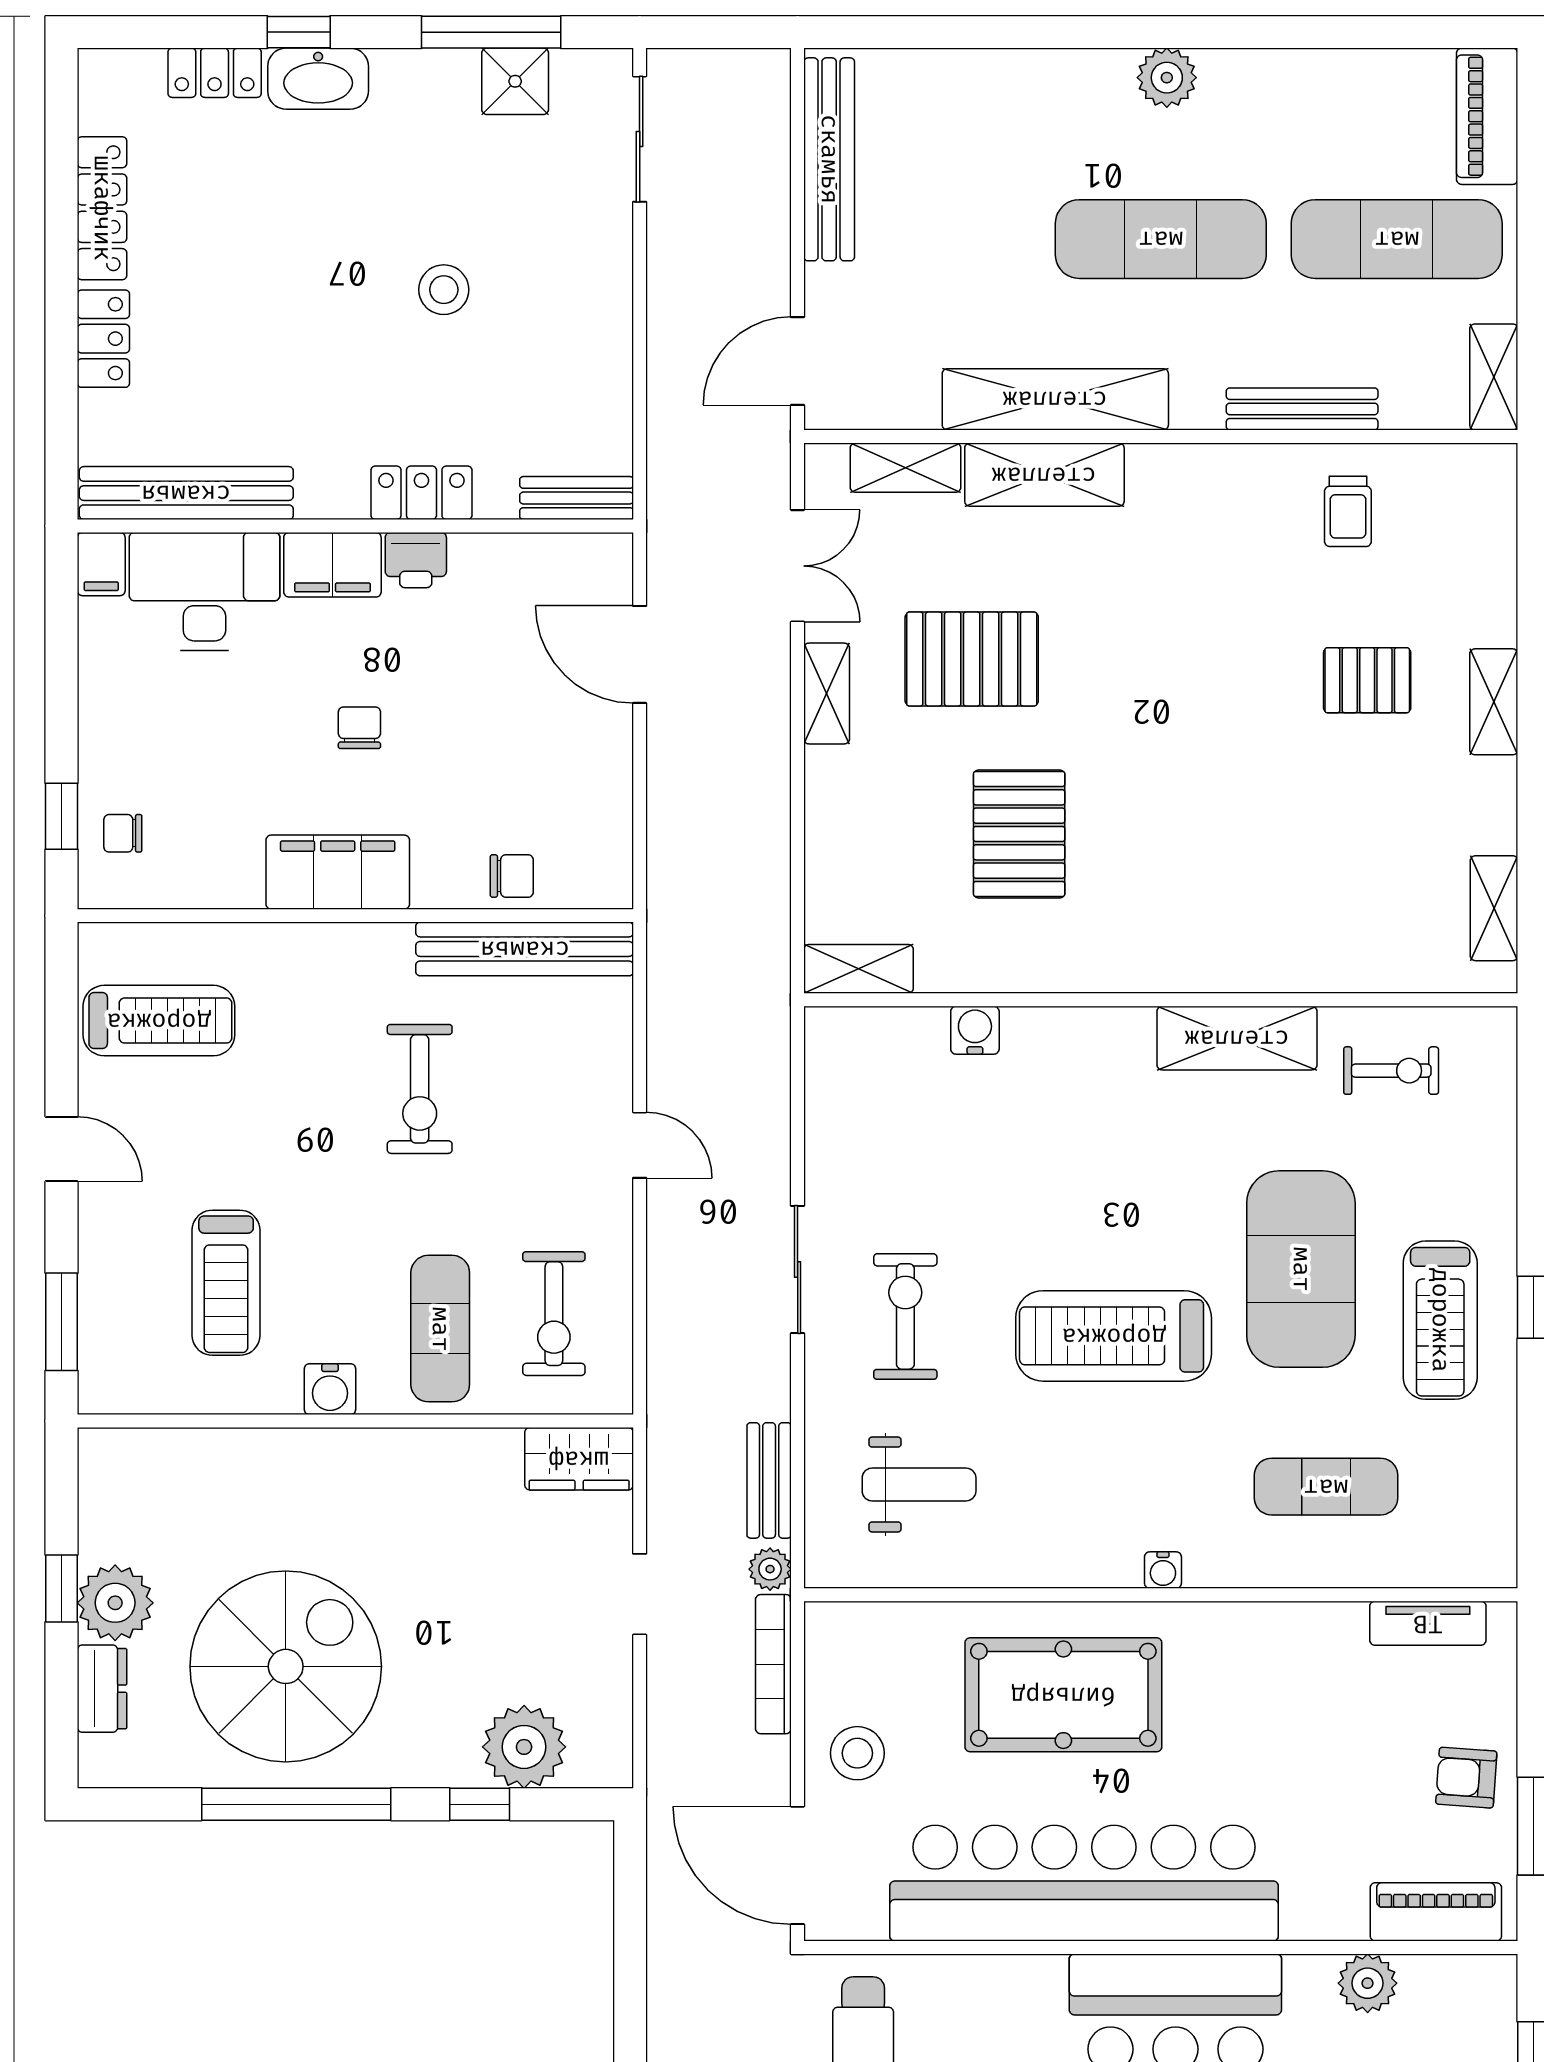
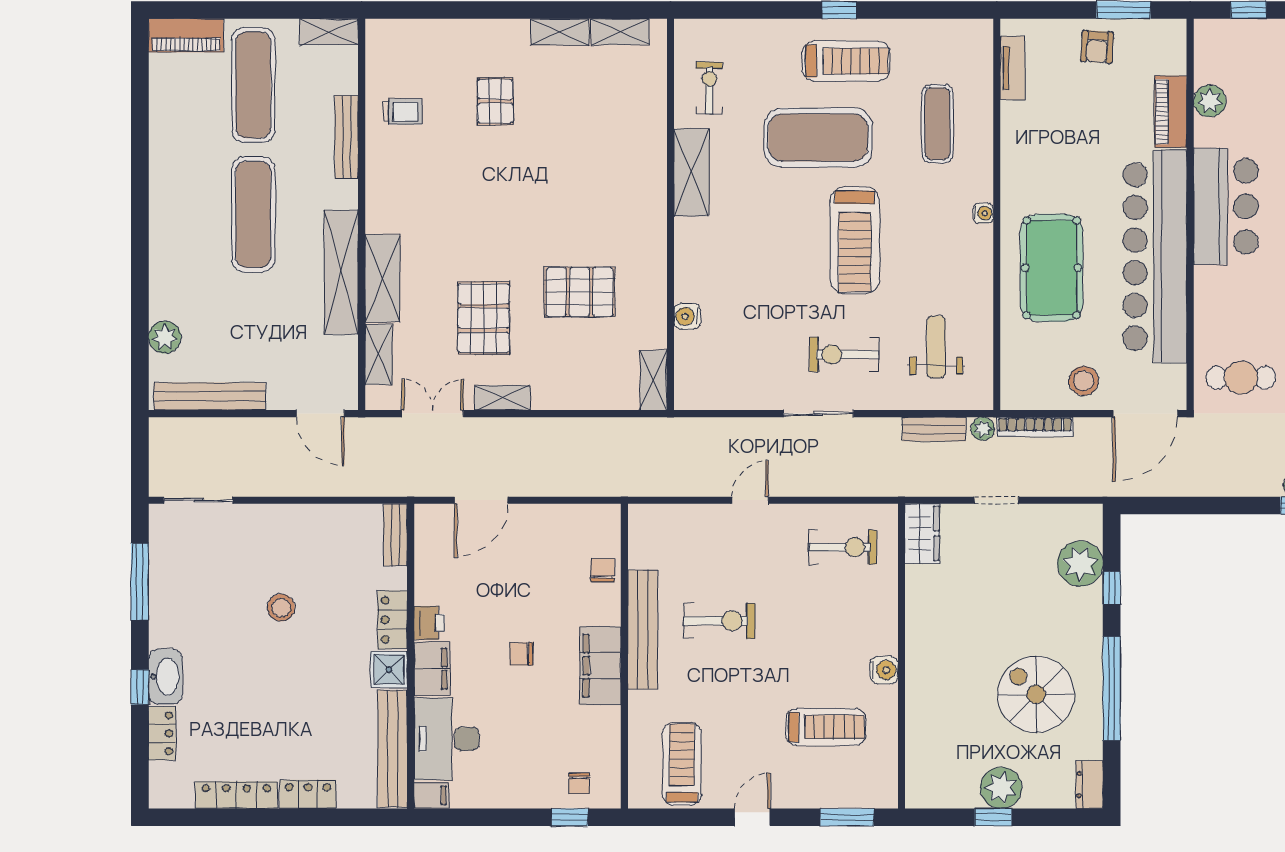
plant: (1167, 78) -> (165, 337), moved
shower: (515, 81) -> (389, 670), moved
shelving: (1494, 702) -> (560, 32), moved
bench: (525, 949) -> (643, 630), moved
exercise mat: (440, 1329) -> (851, 610), removed
spiral stairs: (286, 1666) -> (1036, 694), width x0.73, depth x0.73
dresser: (102, 1689) -> (1089, 785), moved, turned -90
piano: (1436, 1912) -> (1171, 112), moved

